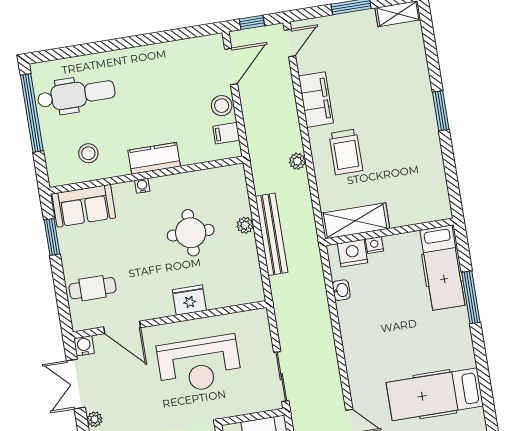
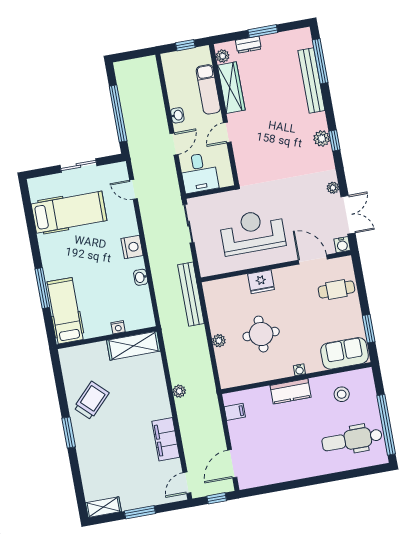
stool: (222, 106) -> (239, 433), removed
trolley: (346, 152) -> (91, 400), moved, turned 44
bench: (272, 234) -> (191, 294), moved
nightstand: (352, 253) -> (132, 247), moved, turned -90
washbasin: (341, 290) -> (141, 277), moved

